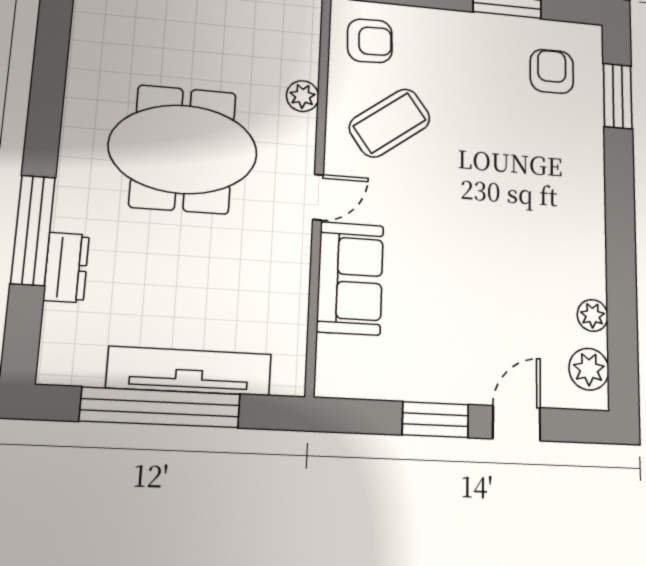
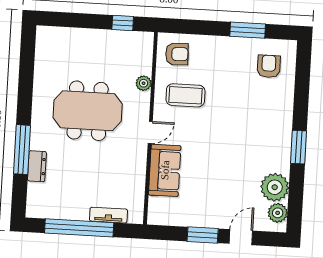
window: (618, 96) -> (298, 147), moved
coffee table: (390, 123) -> (185, 95), turned 36
plant: (593, 315) -> (275, 187), width x1.87, depth x1.87
tv unit: (189, 371) -> (108, 215), width x0.52, depth x0.78

